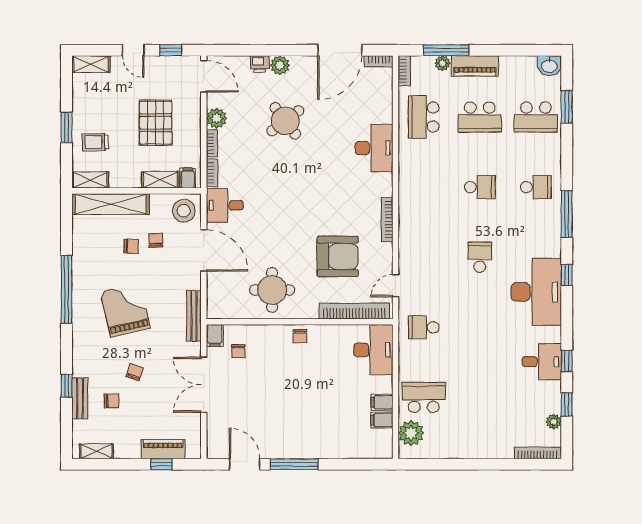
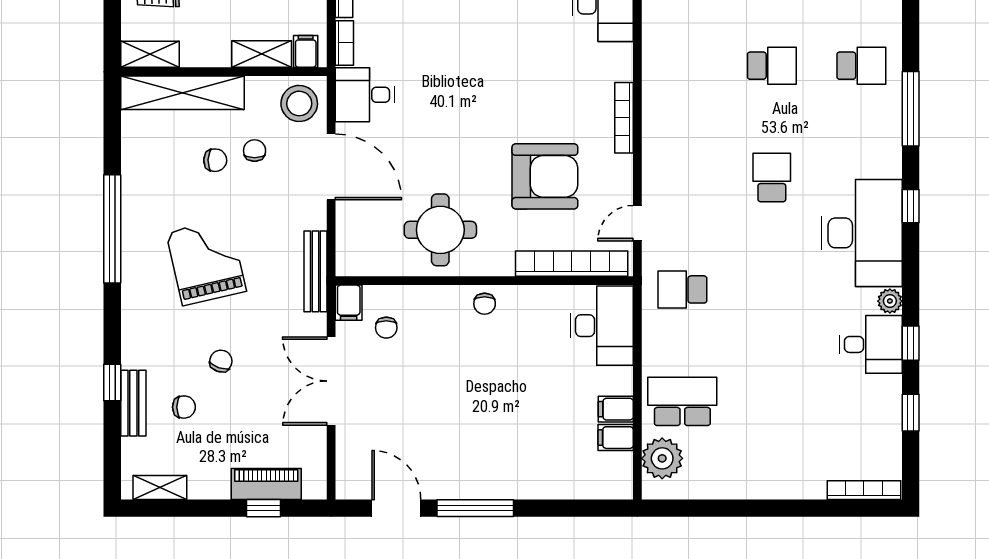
plant: (554, 422) -> (890, 301), moved

